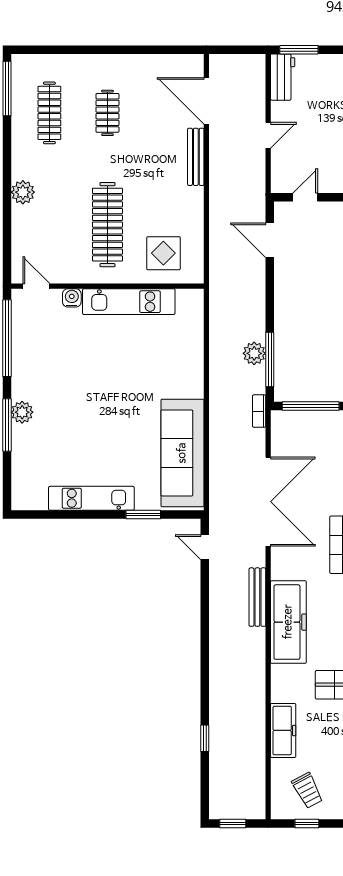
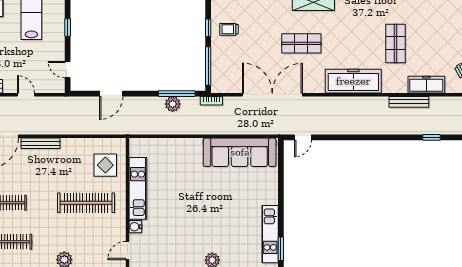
door: (270, 240) -> (111, 94), moved
kitchen unit: (91, 498) -> (270, 234), moved
window: (143, 514) -> (281, 249), moved
bench: (257, 597) -> (409, 102), moved

